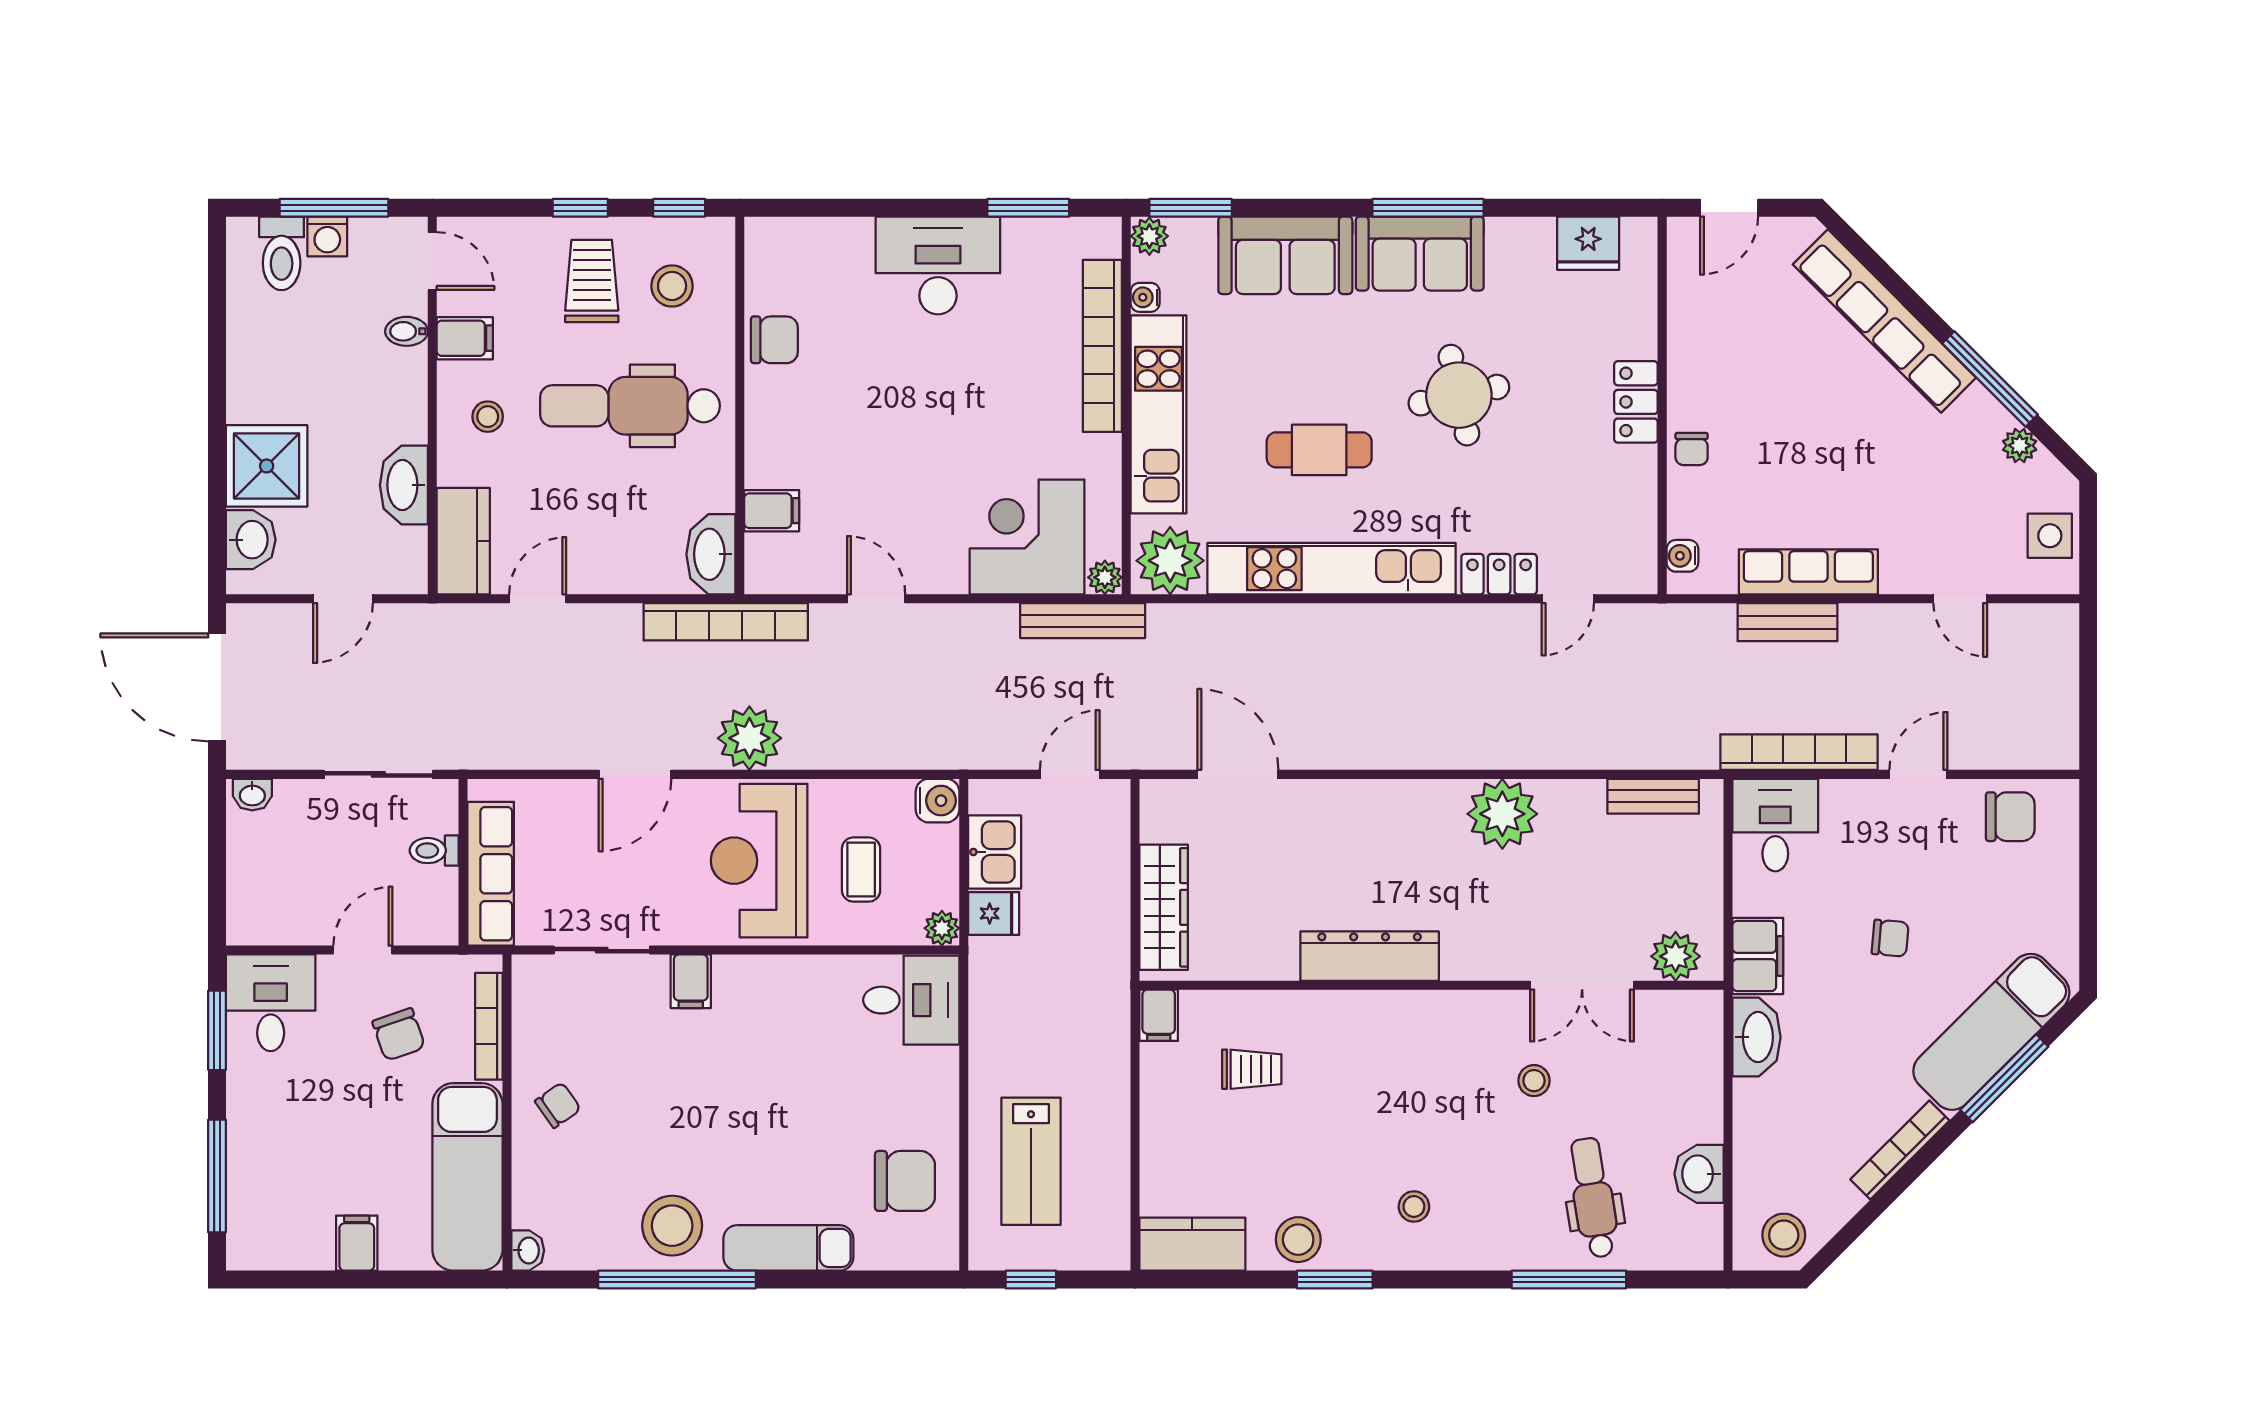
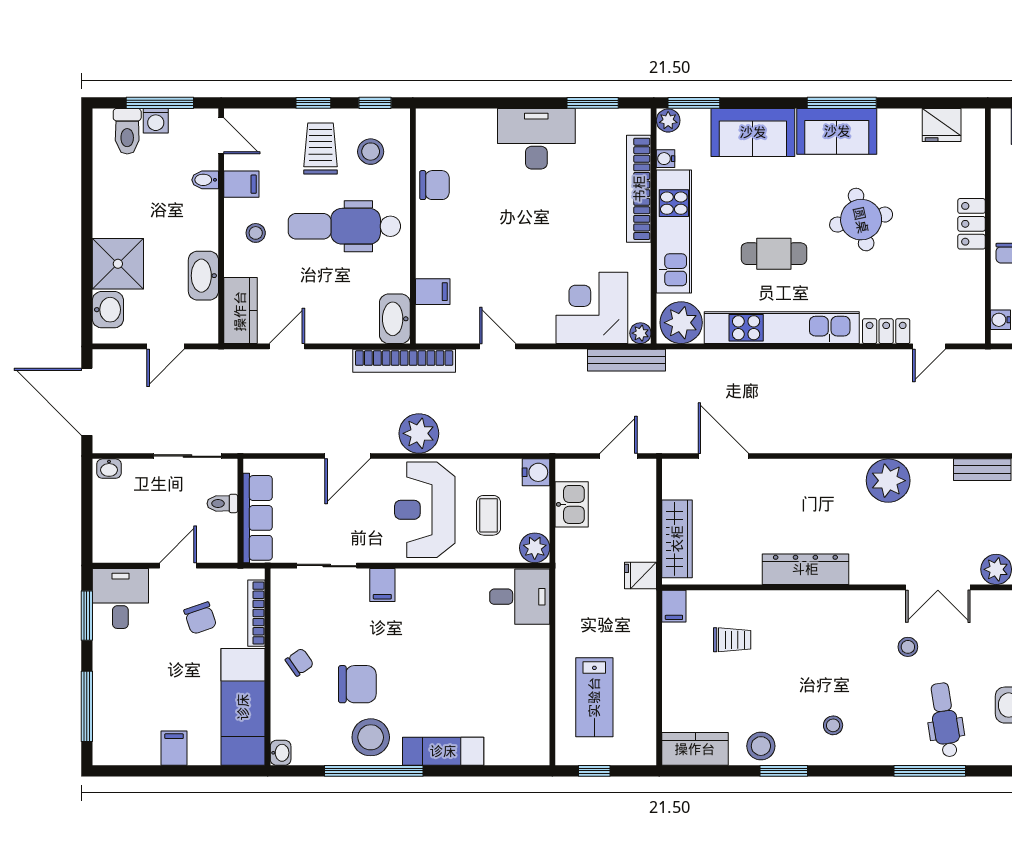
fridge: (994, 913) -> (641, 575), moved, turned 180
plant: (942, 928) -> (535, 548), width x1.38, depth x1.38
chair: (905, 1181) -> (357, 684), moved

